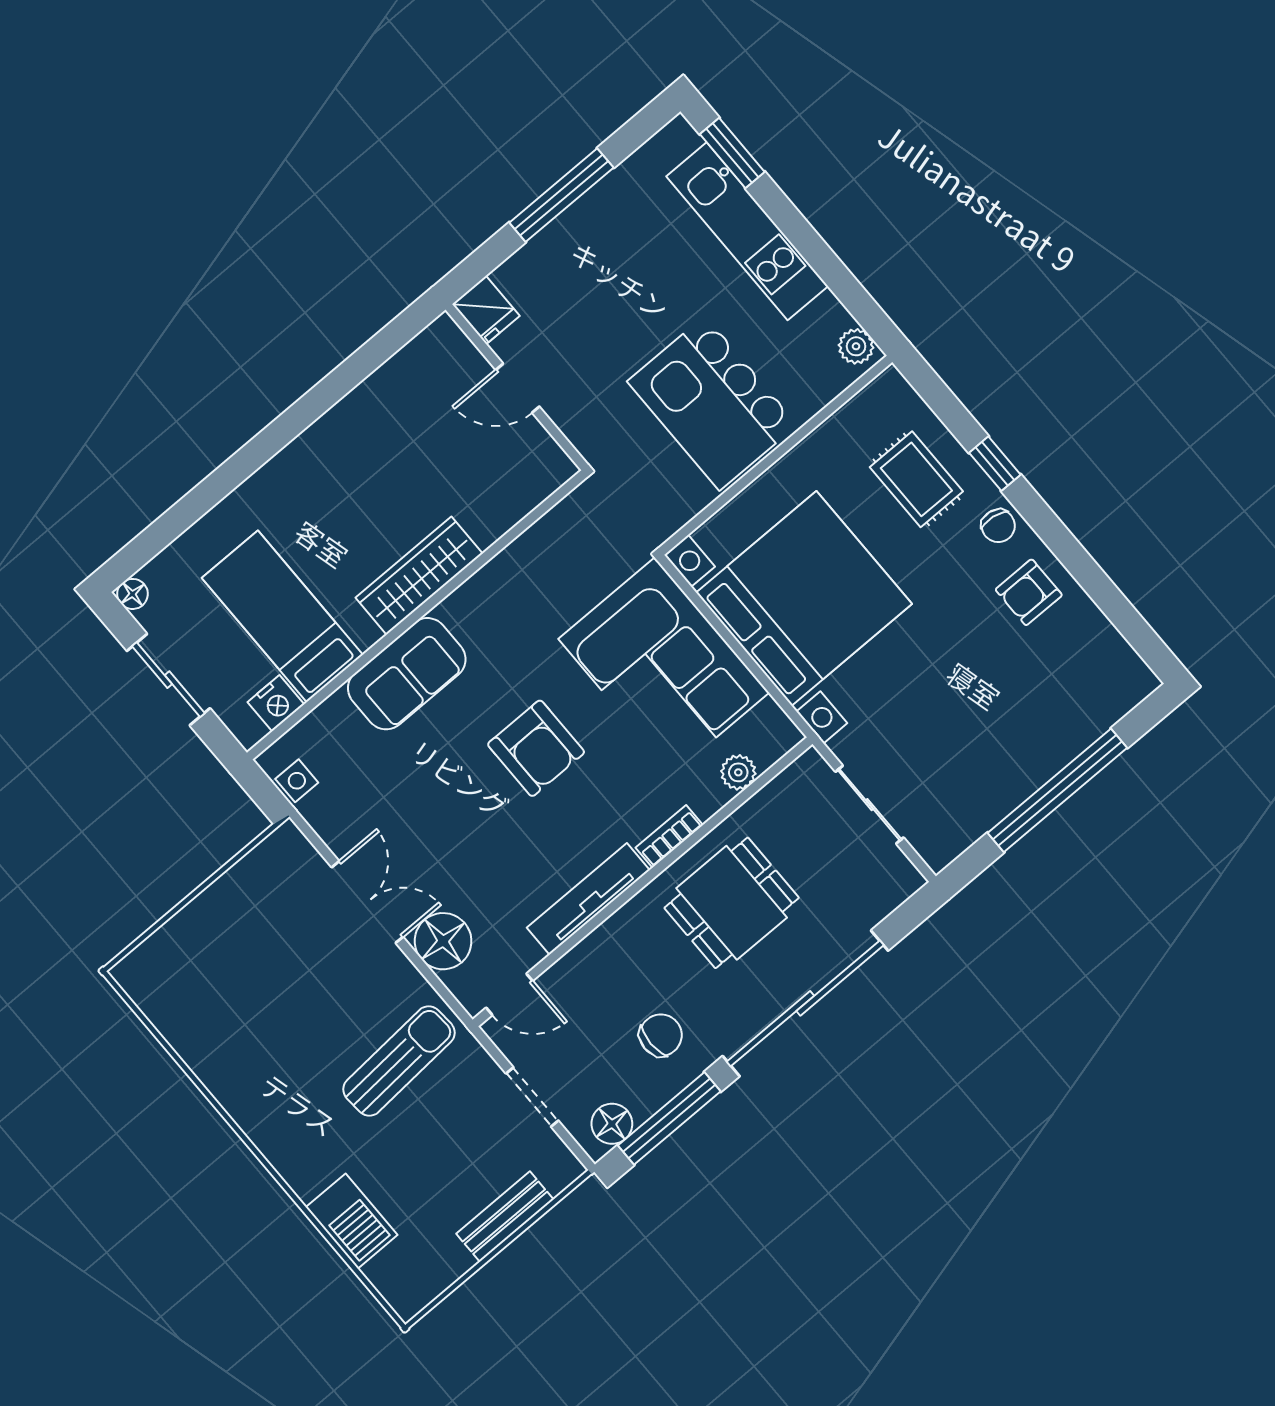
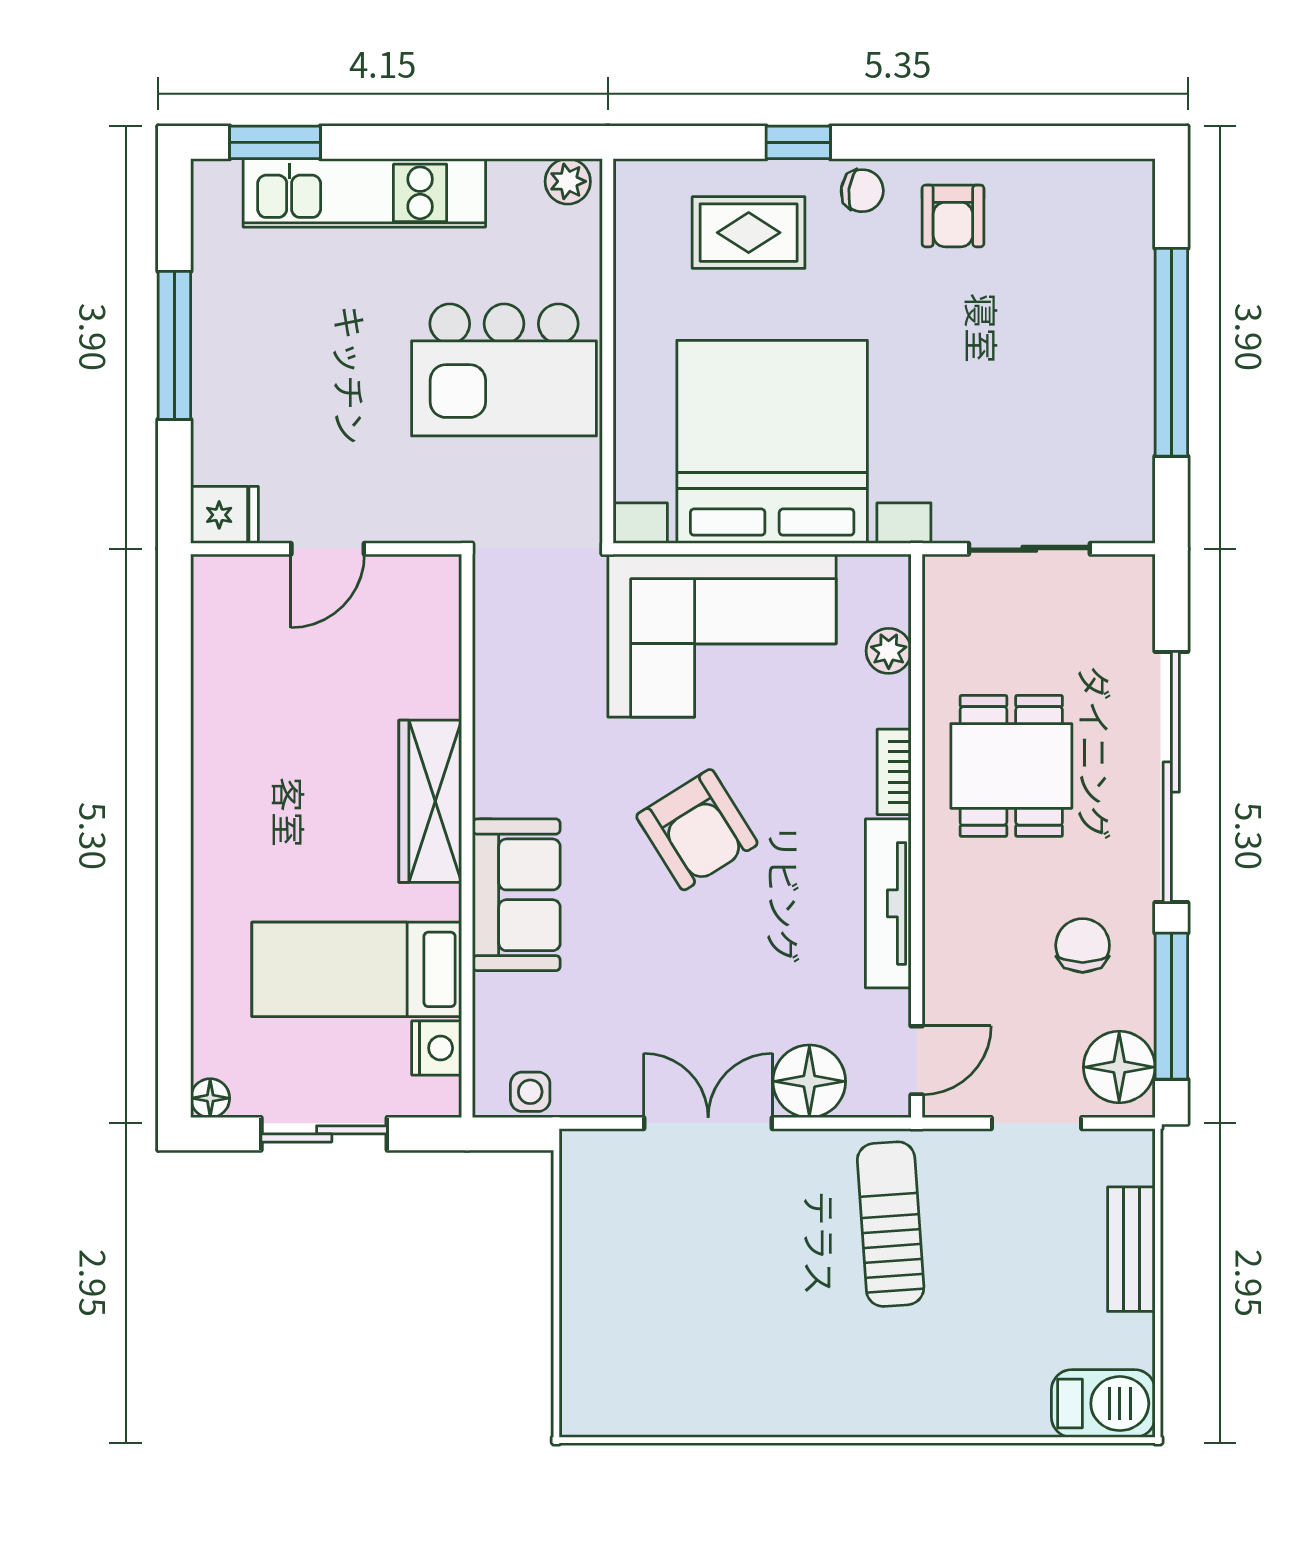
armchair: (536, 748) -> (697, 830), turned 58
floor lamp: (612, 1124) -> (1119, 1067), width x1.38, depth x1.38
barbecue: (352, 1221) -> (1103, 1404), moved

